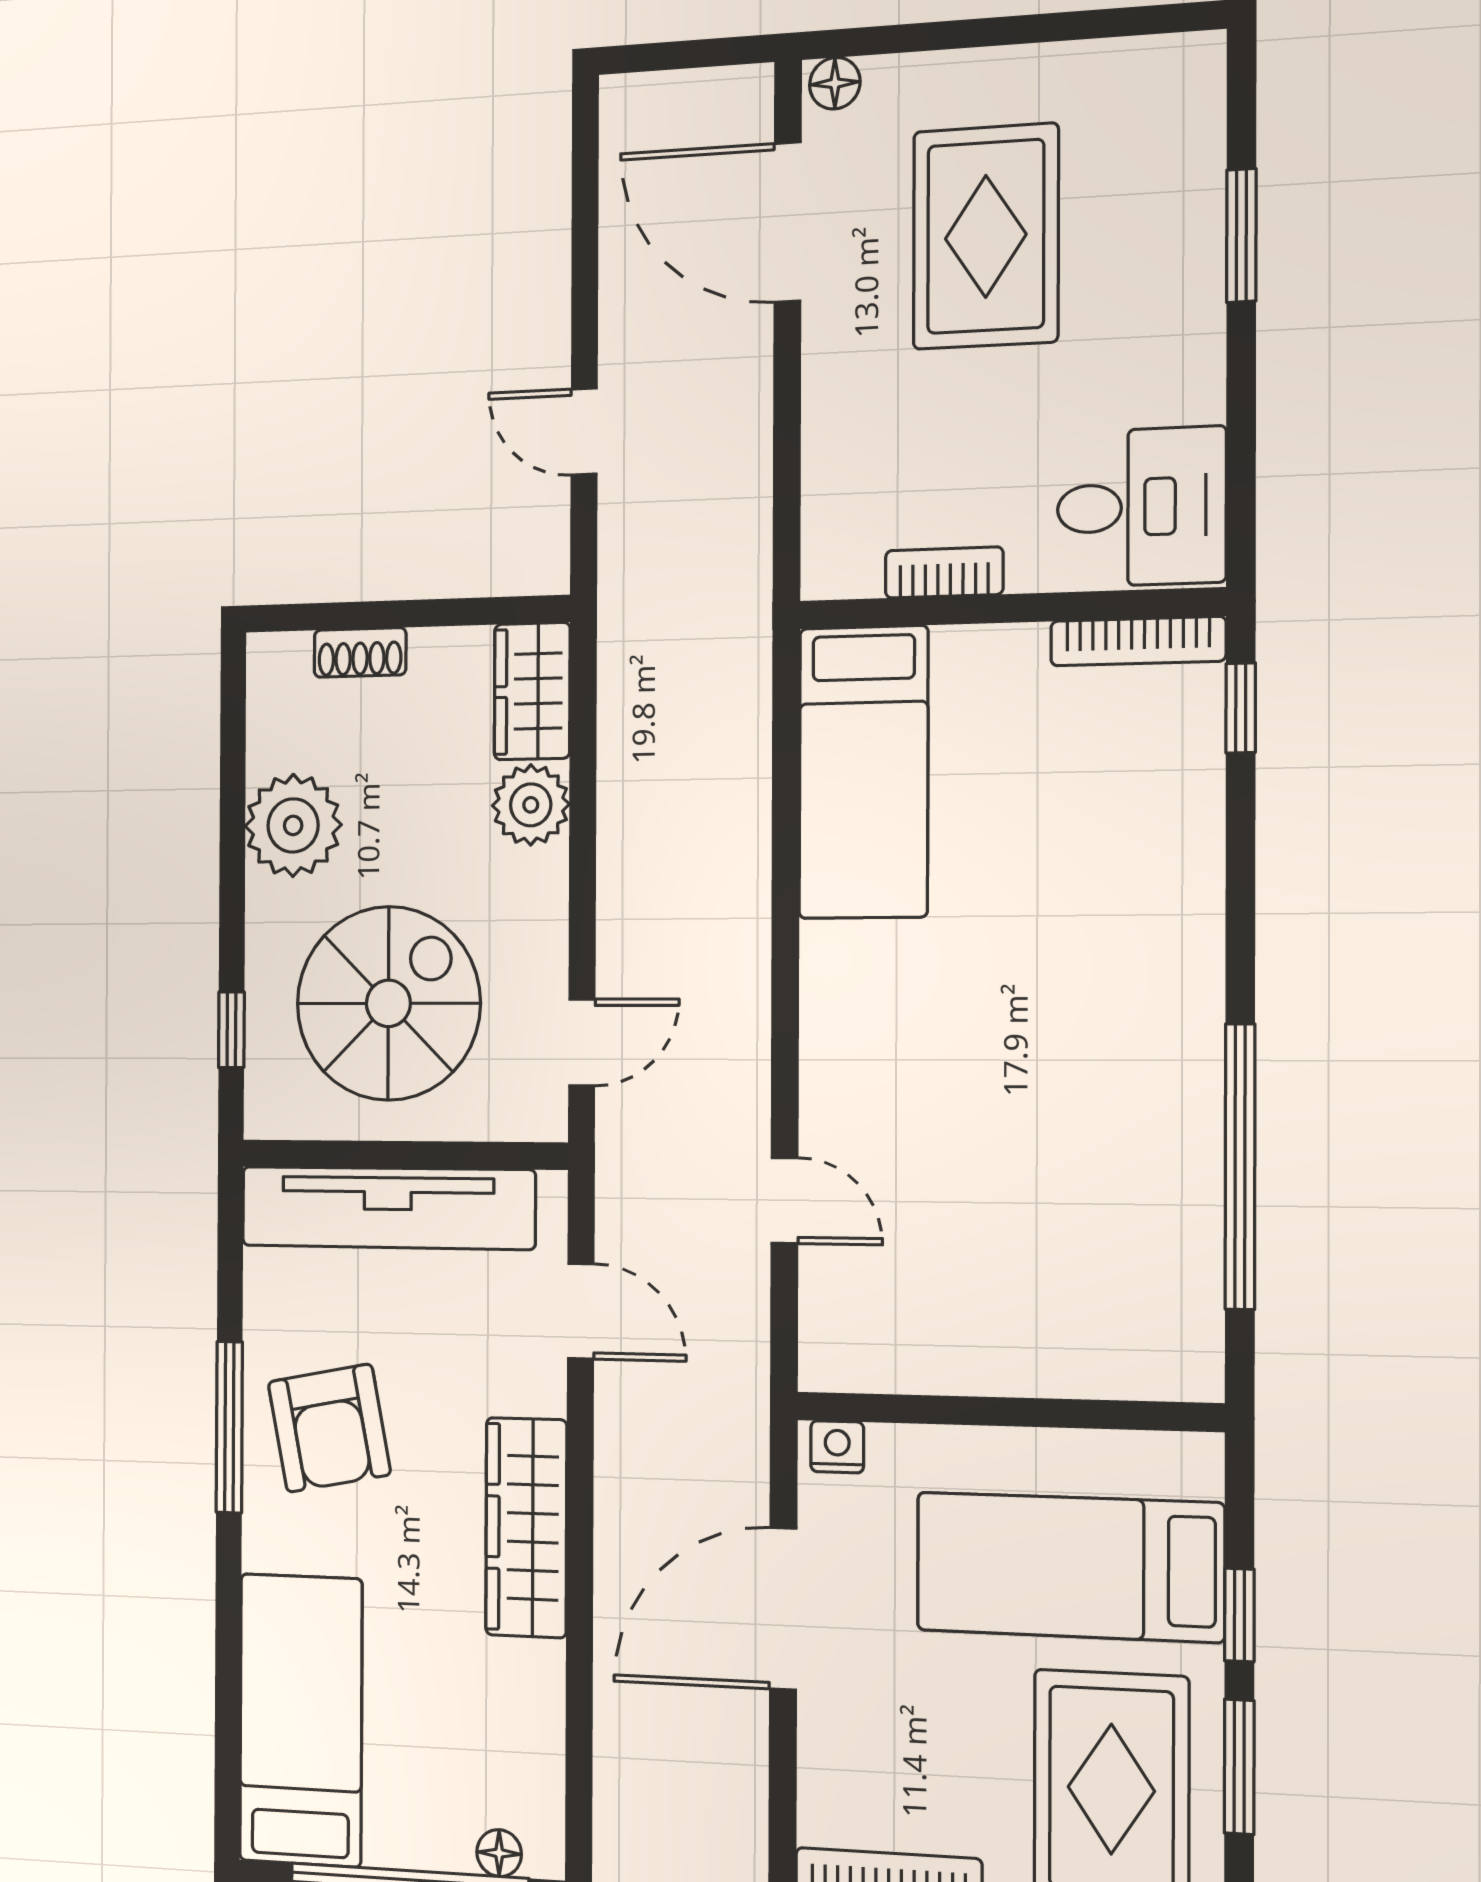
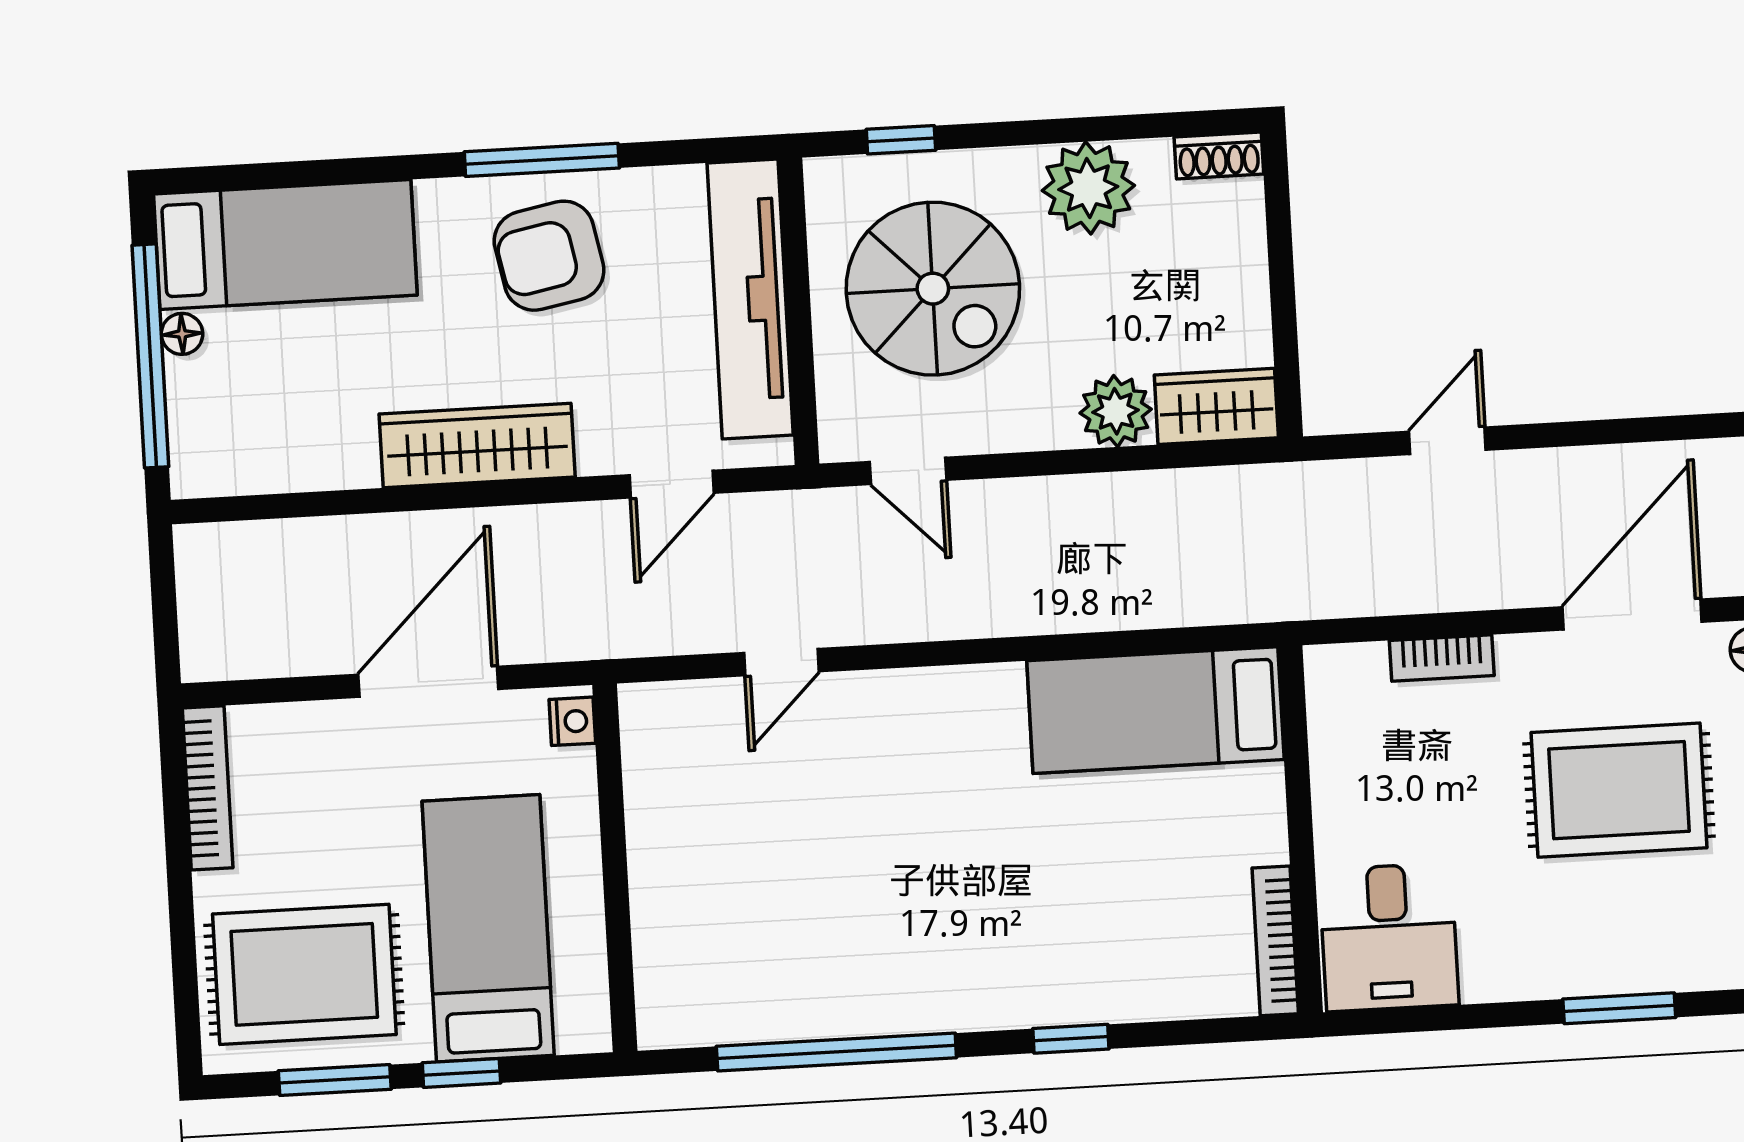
bookcase: (944, 572) -> (1442, 658), moved, turned 90
shoe rack: (360, 652) -> (1219, 155), moved, turned -90
window: (1241, 708) -> (1071, 1039), moved
door: (783, 1609) -> (428, 682), hinge flipped
floor lamp: (499, 1853) -> (182, 334), moved

